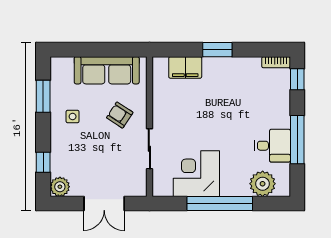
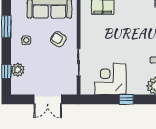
plant: (60, 187) -> (18, 70), moved
window: (220, 203) -> (126, 99), width x0.32

